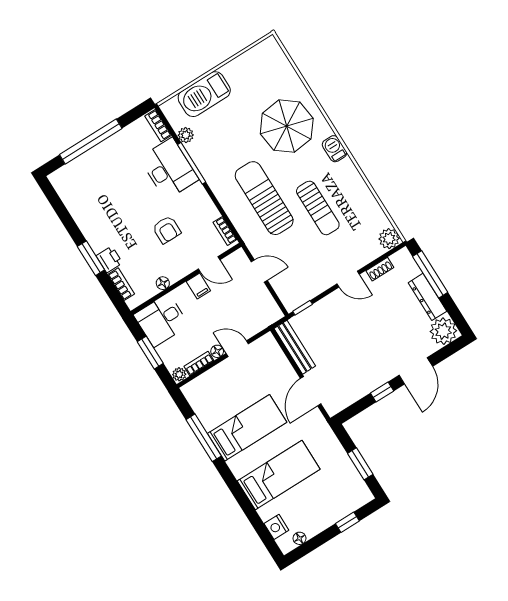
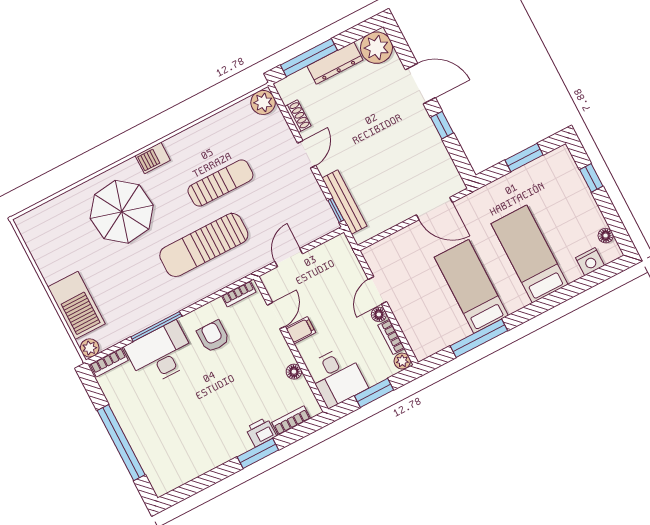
plant: (186, 135) -> (90, 348), moved
armchair: (167, 230) -> (213, 336), moved, turned -90
bench: (295, 347) -> (344, 202), moved, turned 90

